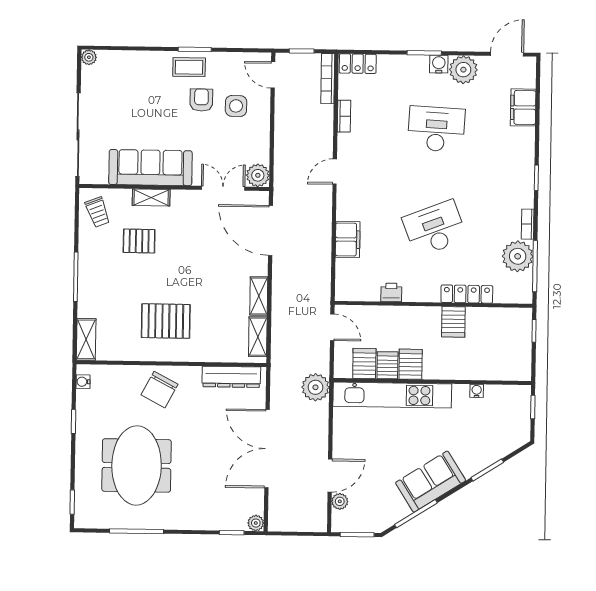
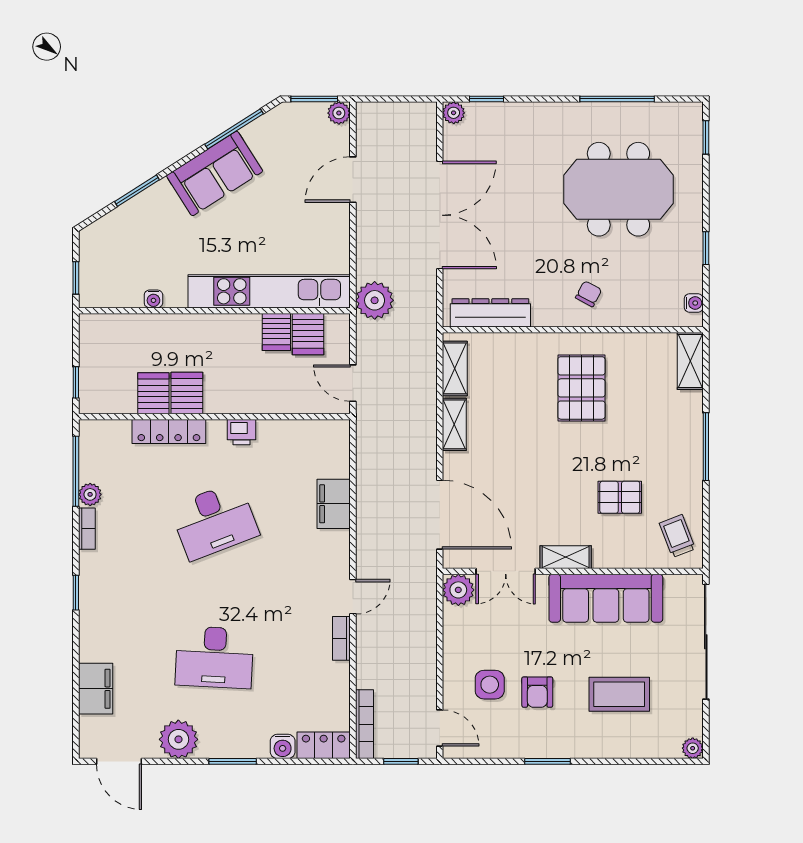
door: (507, 54) -> (119, 761), hinge flipped
water cooler: (439, 64) -> (283, 746), moved
coffee table: (189, 67) -> (619, 694), moved, width x1.36, depth x1.30
bookcase: (344, 116) -> (341, 638), moved
shelving: (151, 197) -> (566, 557), moved
plant: (518, 256) -> (90, 494), width x0.53, depth x0.53
printer: (391, 292) -> (242, 432), moved
pallet: (166, 321) -> (581, 388), turned 90
server rack: (411, 364) -> (153, 393), moved, turned 180
chair: (159, 390) -> (589, 294), width x0.54, depth x0.54
meeting table: (137, 465) -> (618, 189), turned 90
plant: (340, 501) -> (339, 113), moved

